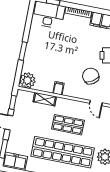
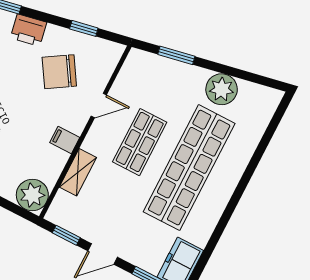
door: (96, 103) -> (99, 106), moved

